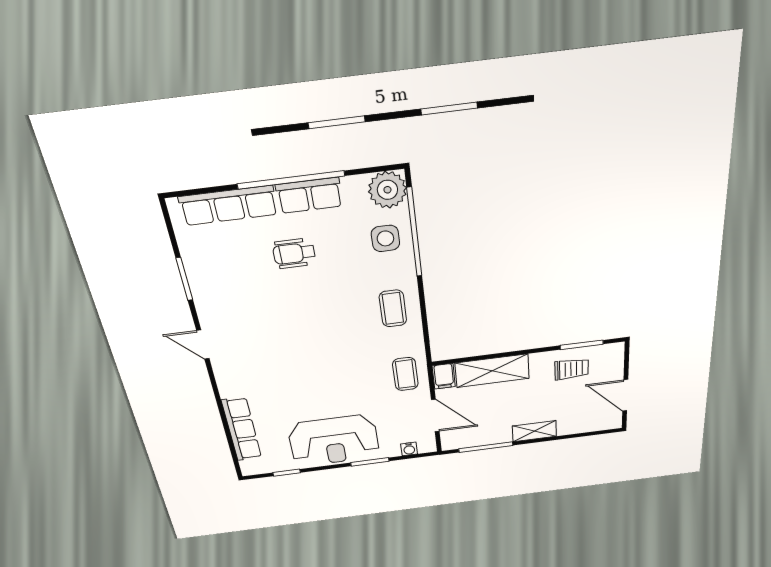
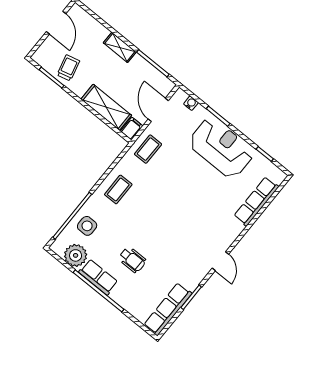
plant: (387, 190) -> (76, 255), moved
row of seats: (229, 206) -> (168, 309), moved, turned -90
trolley: (572, 369) -> (68, 68), turned 76

